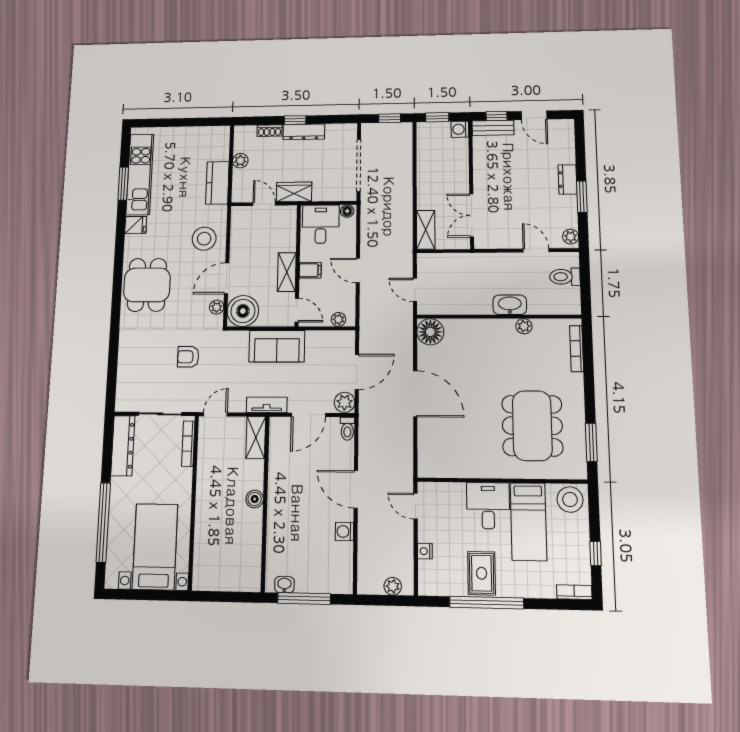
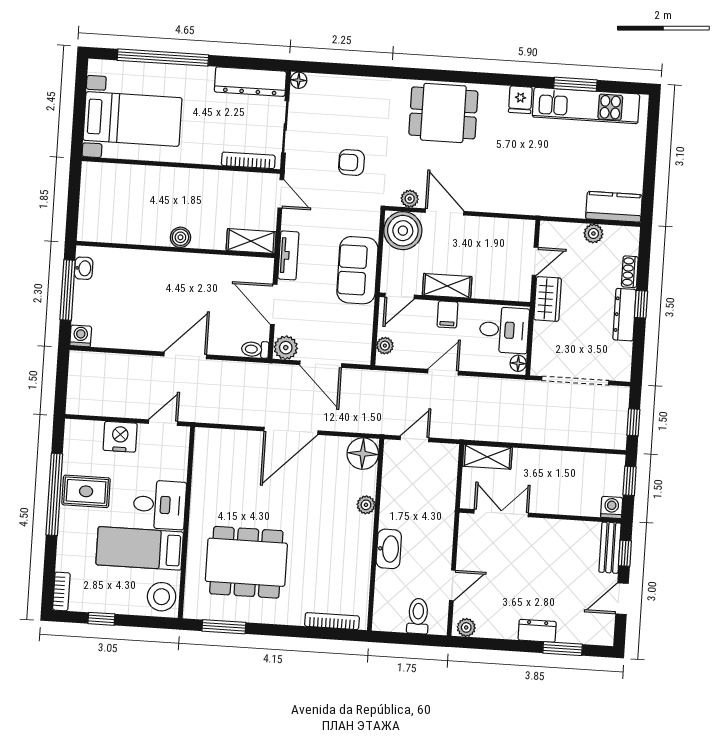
kitchen counter: (217, 183) -> (614, 207), moved
window: (582, 197) -> (563, 649), moved
stool: (204, 239) -> (496, 185), removed
plant: (524, 326) -> (366, 505), moved
armchair: (188, 357) -> (351, 162), turned -90
floor lamp: (121, 405) -> (299, 80), added
washing machine: (344, 532) -> (81, 336), moved
nightstand: (425, 551) -> (120, 437), width x1.89, depth x1.79
plant: (393, 586) -> (76, 391), removed

